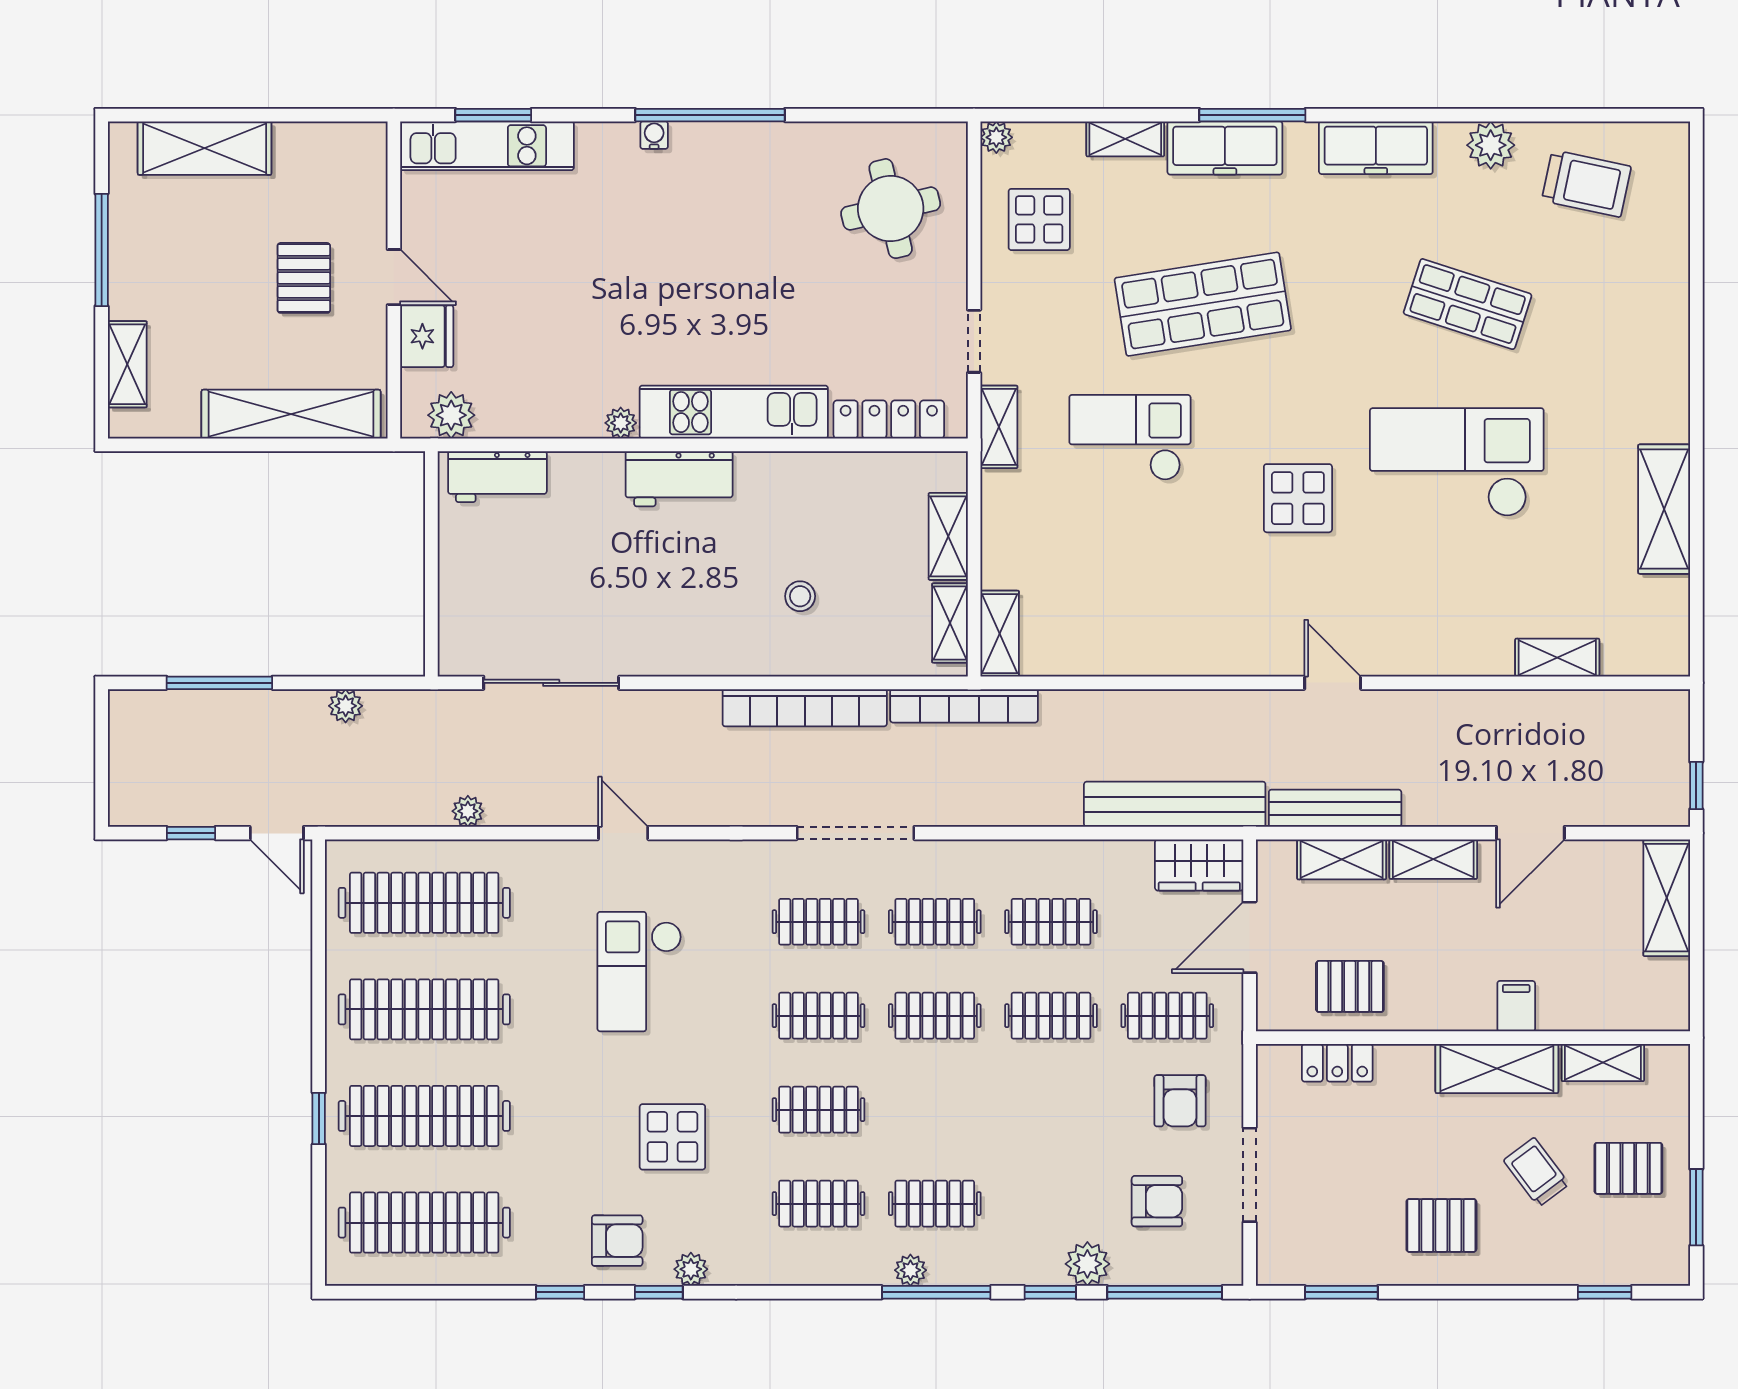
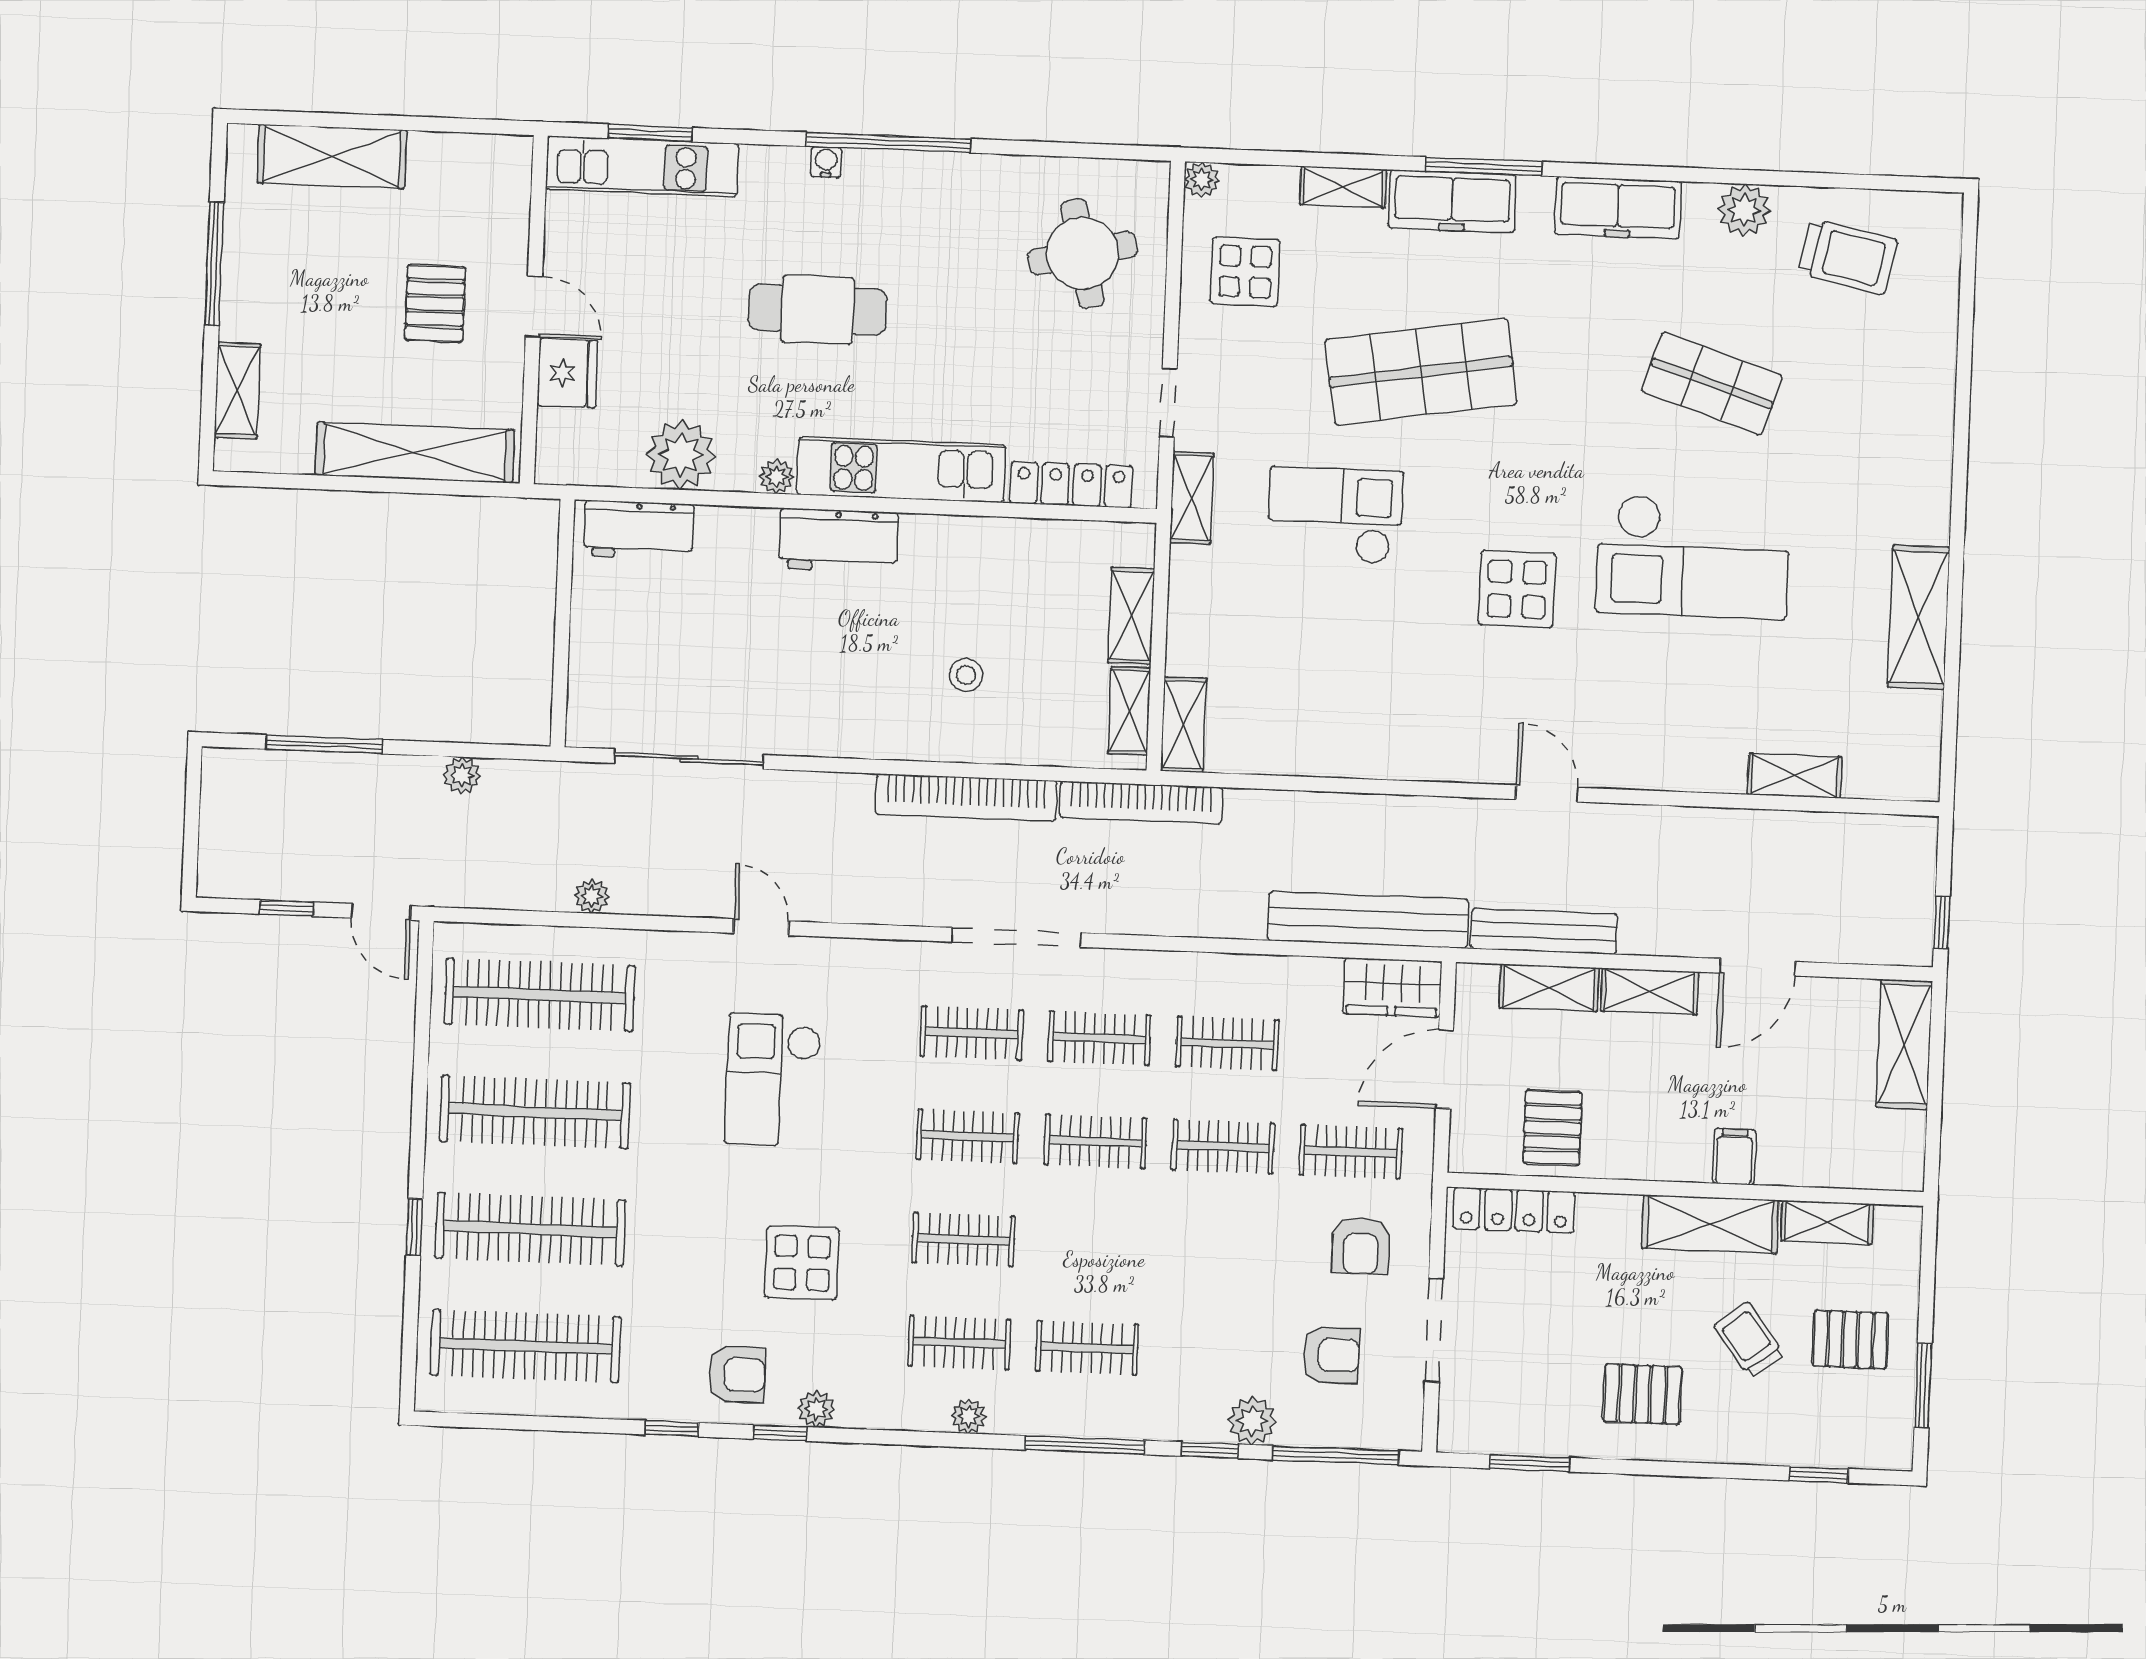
cafe table: (652, 270) -> (818, 310), added
plant: (451, 415) -> (681, 455), moved, width x1.36, depth x1.36
checkout: (1457, 462) -> (1693, 557), turned 180
pallet: (1350, 986) -> (1553, 1128), turned 90
locker: (1337, 1063) -> (1514, 1210), width x1.53
plant: (910, 1270) -> (969, 1416), moved

